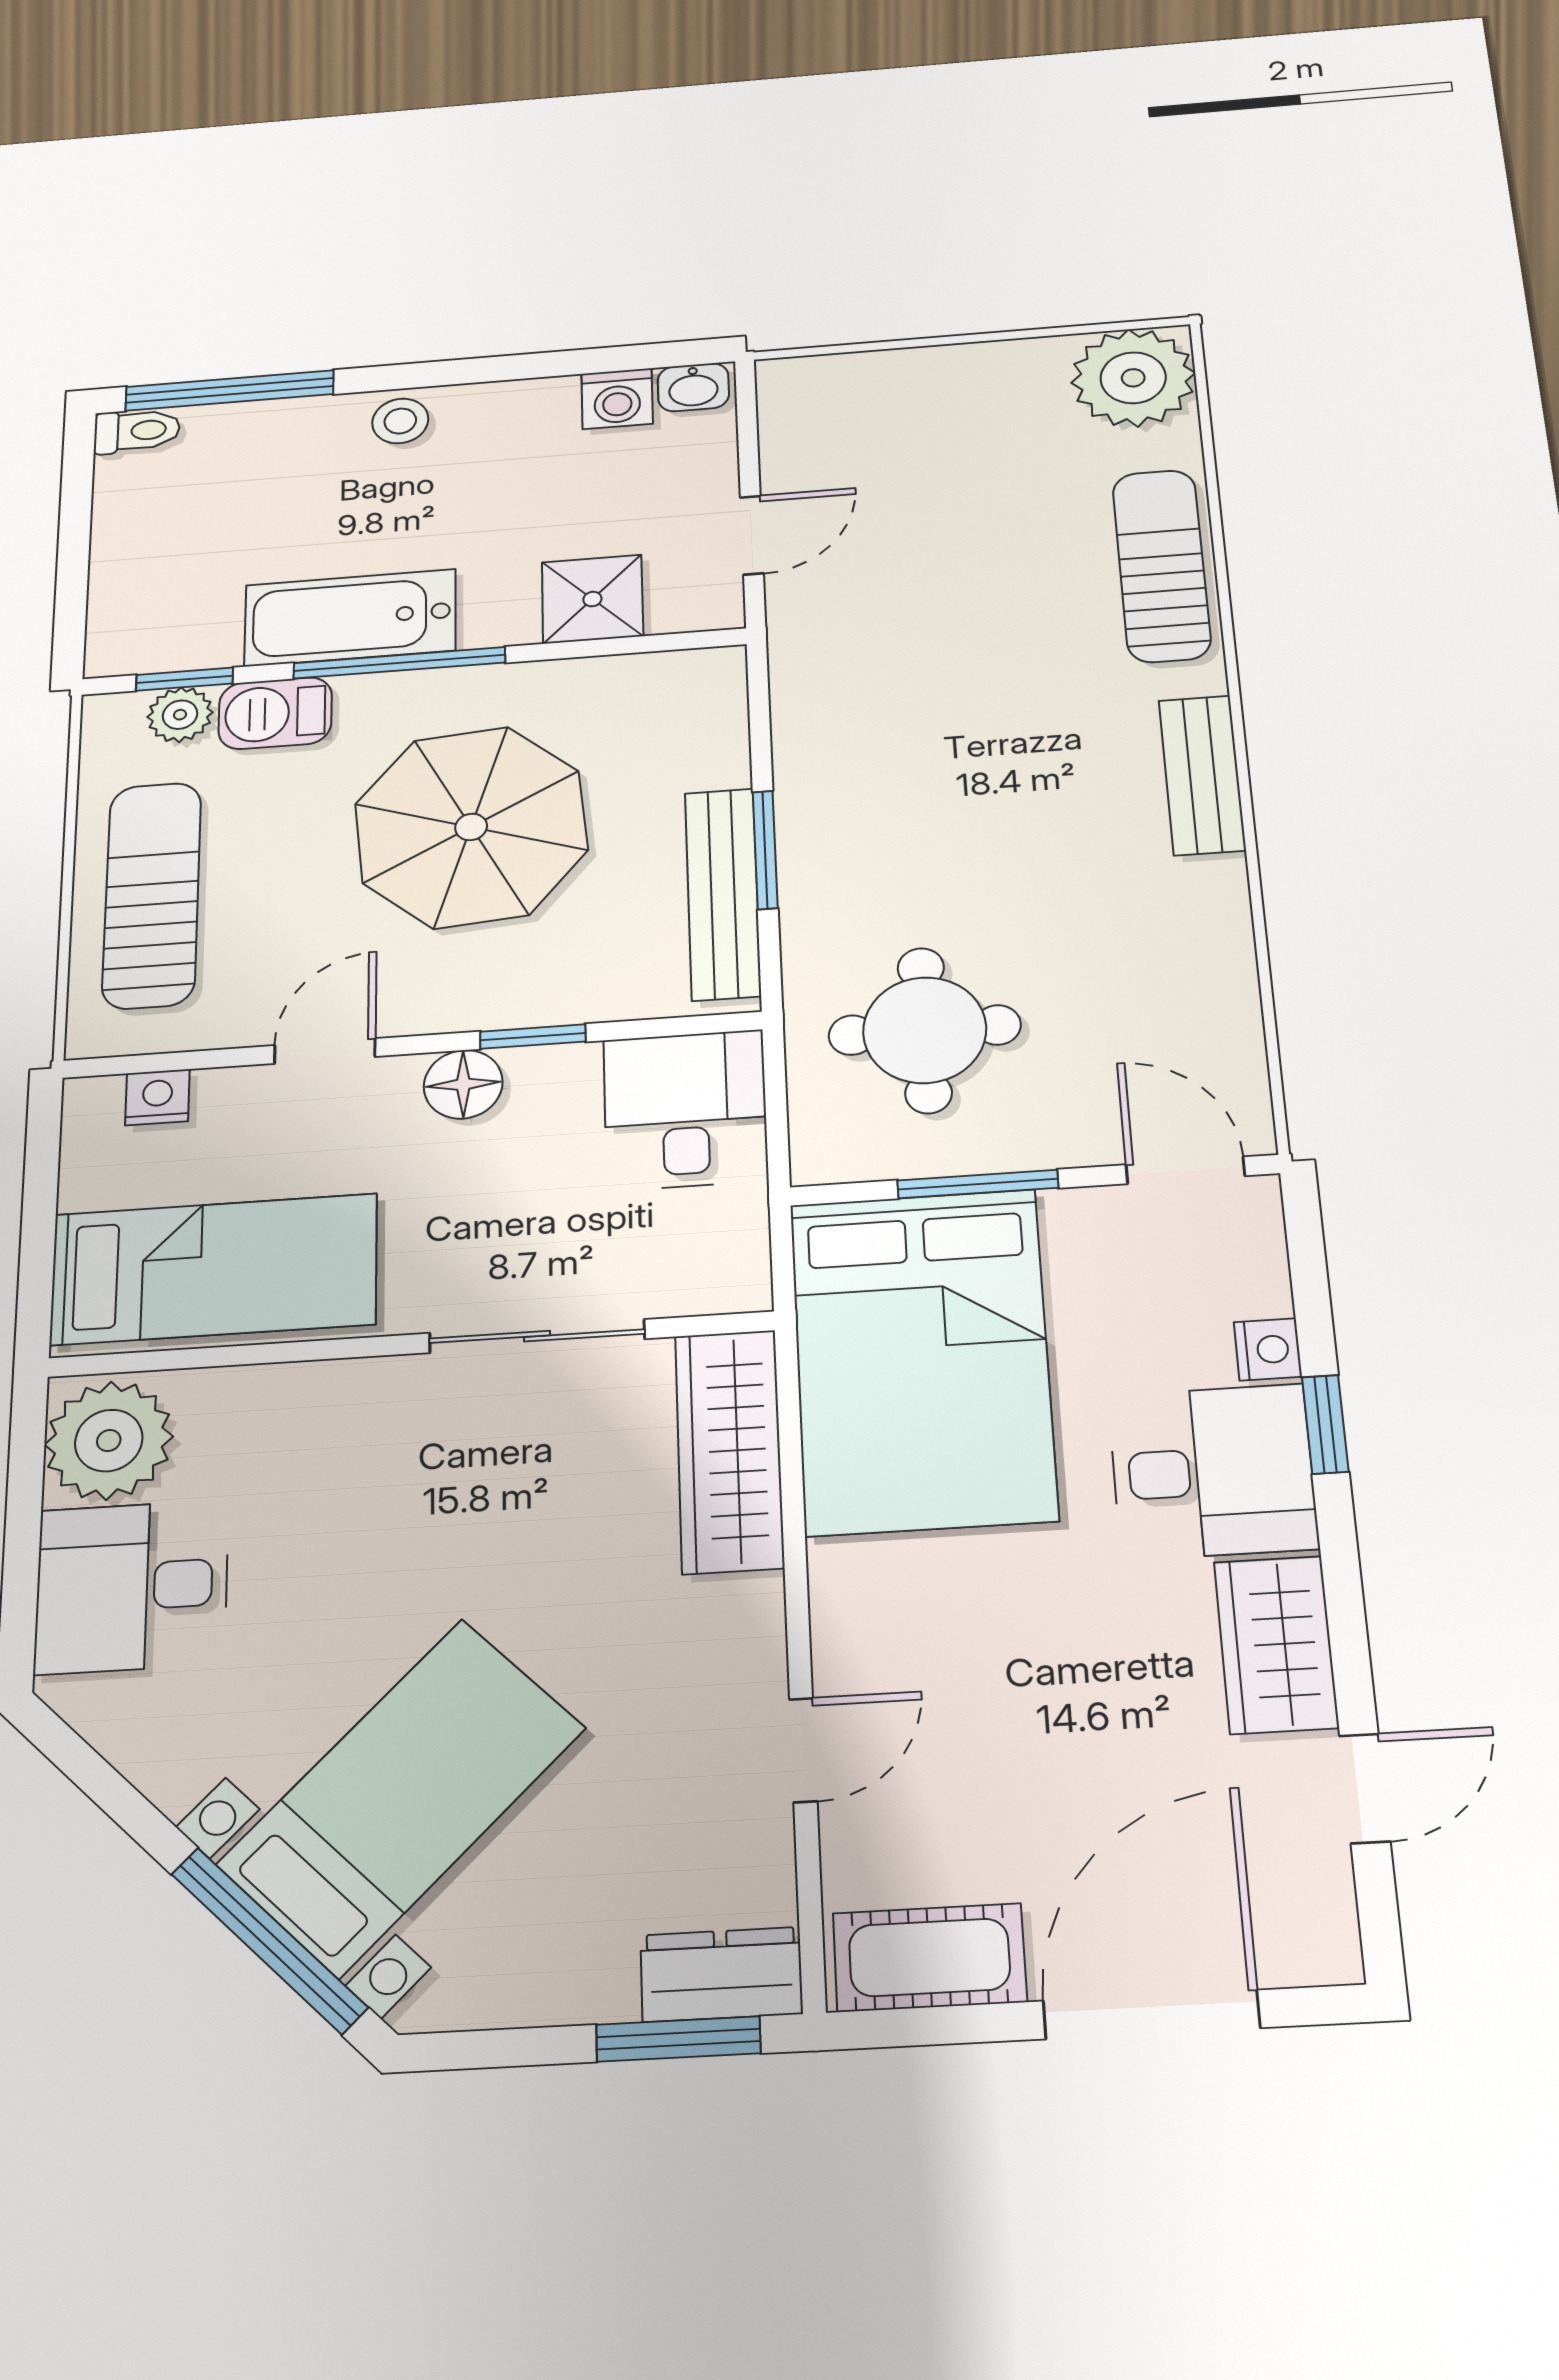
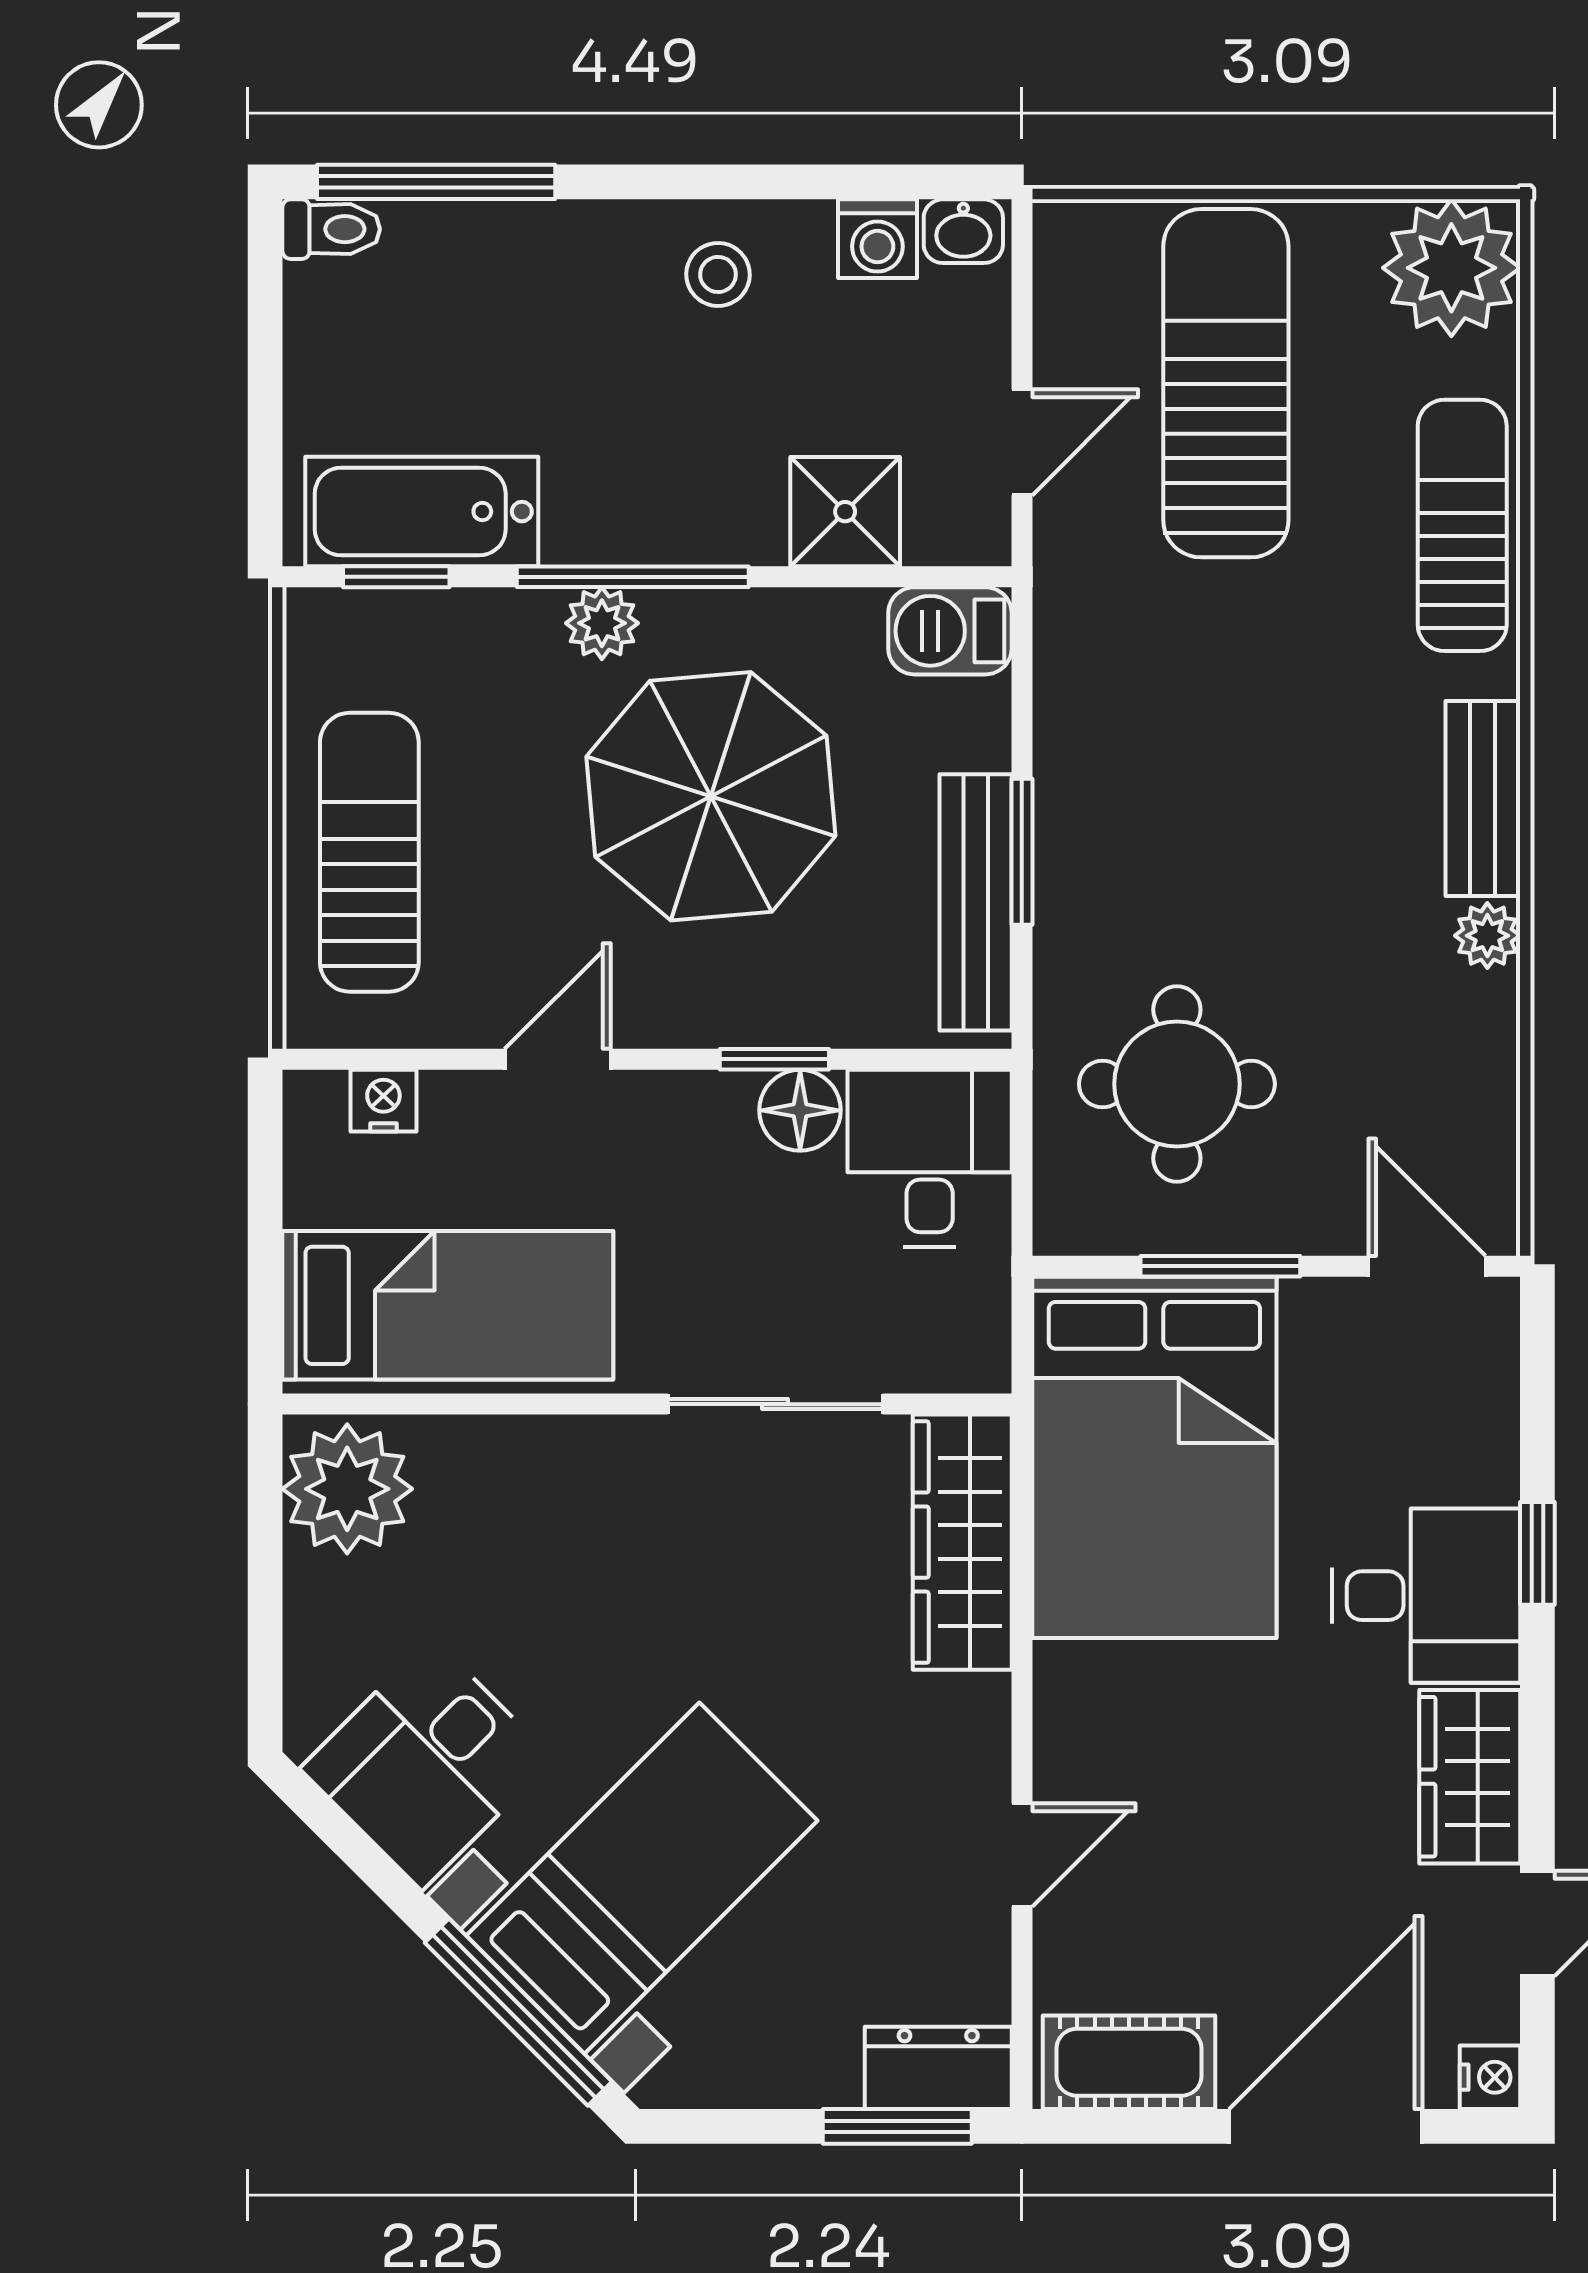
stool: (400, 421) -> (718, 274), moved
sun lounger: (935, 477) -> (1226, 383), added
bathtub: (350, 618) -> (422, 512), moved
barbecue: (275, 713) -> (950, 631), moved
plant: (180, 715) -> (602, 623), moved
plant: (1218, 885) -> (1487, 936), added
floor lamp: (463, 1084) -> (800, 1110), moved
nightstand: (1268, 1349) -> (1490, 2077), moved
desk: (132, 1587) -> (427, 1764), moved, turned -45

